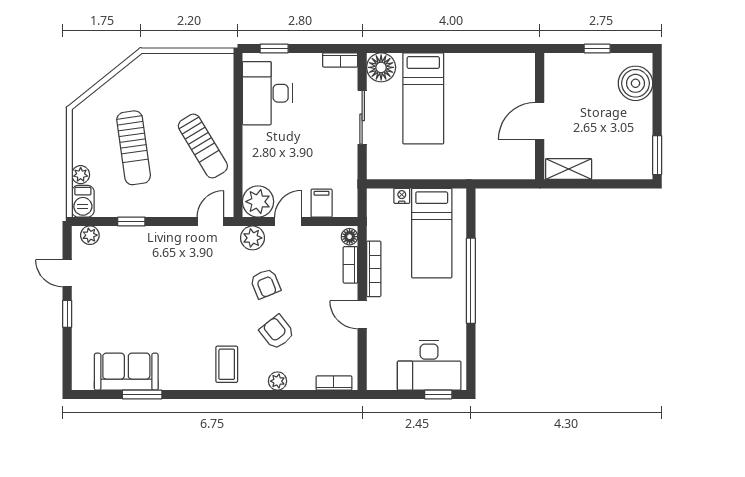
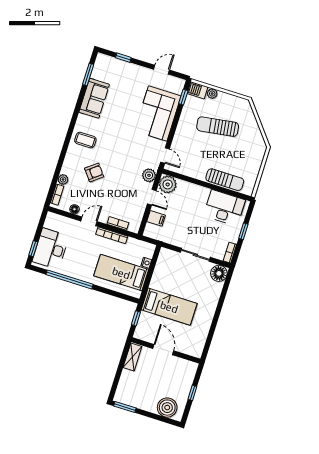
window: (274, 49) -> (243, 231), moved
bed: (423, 98) -> (169, 307), moved, turned 180
sun lounger: (203, 146) -> (225, 180), moved, turned -149
window: (501, 184) -> (136, 318), added
window: (131, 222) -> (183, 97), moved
plant: (90, 235) -> (178, 88), removed
floor lamp: (350, 237) -> (74, 209), moved
corner sofa: (143, 256) -> (158, 113), added
window: (471, 281) -> (70, 279), moved
armchair: (265, 284) -> (122, 174), removed
window: (67, 314) -> (123, 58), moved
sofa: (126, 372) -> (94, 98), moved
plant: (278, 381) -> (63, 179), moved
window: (142, 395) -> (88, 75), moved

